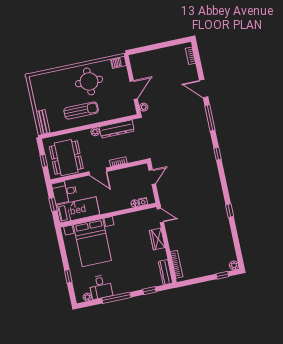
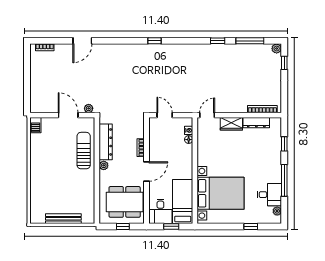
round table: (89, 81) -> (49, 161), removed
sun lounger: (81, 110) -> (84, 151), moved
window: (210, 118) -> (250, 41), moved
bench: (43, 122) -> (63, 219), moved, width x1.36
dresser: (165, 272) -> (256, 123), moved

